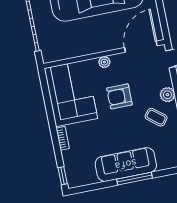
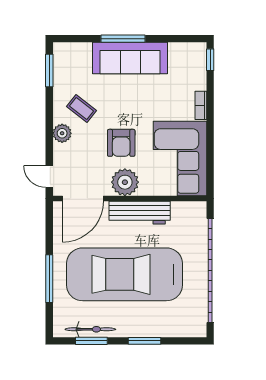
workbench: (94, 44) -> (140, 213), added
plant: (104, 62) -> (125, 182), width x1.87, depth x1.87
armchair: (119, 96) -> (121, 143), turned 90

